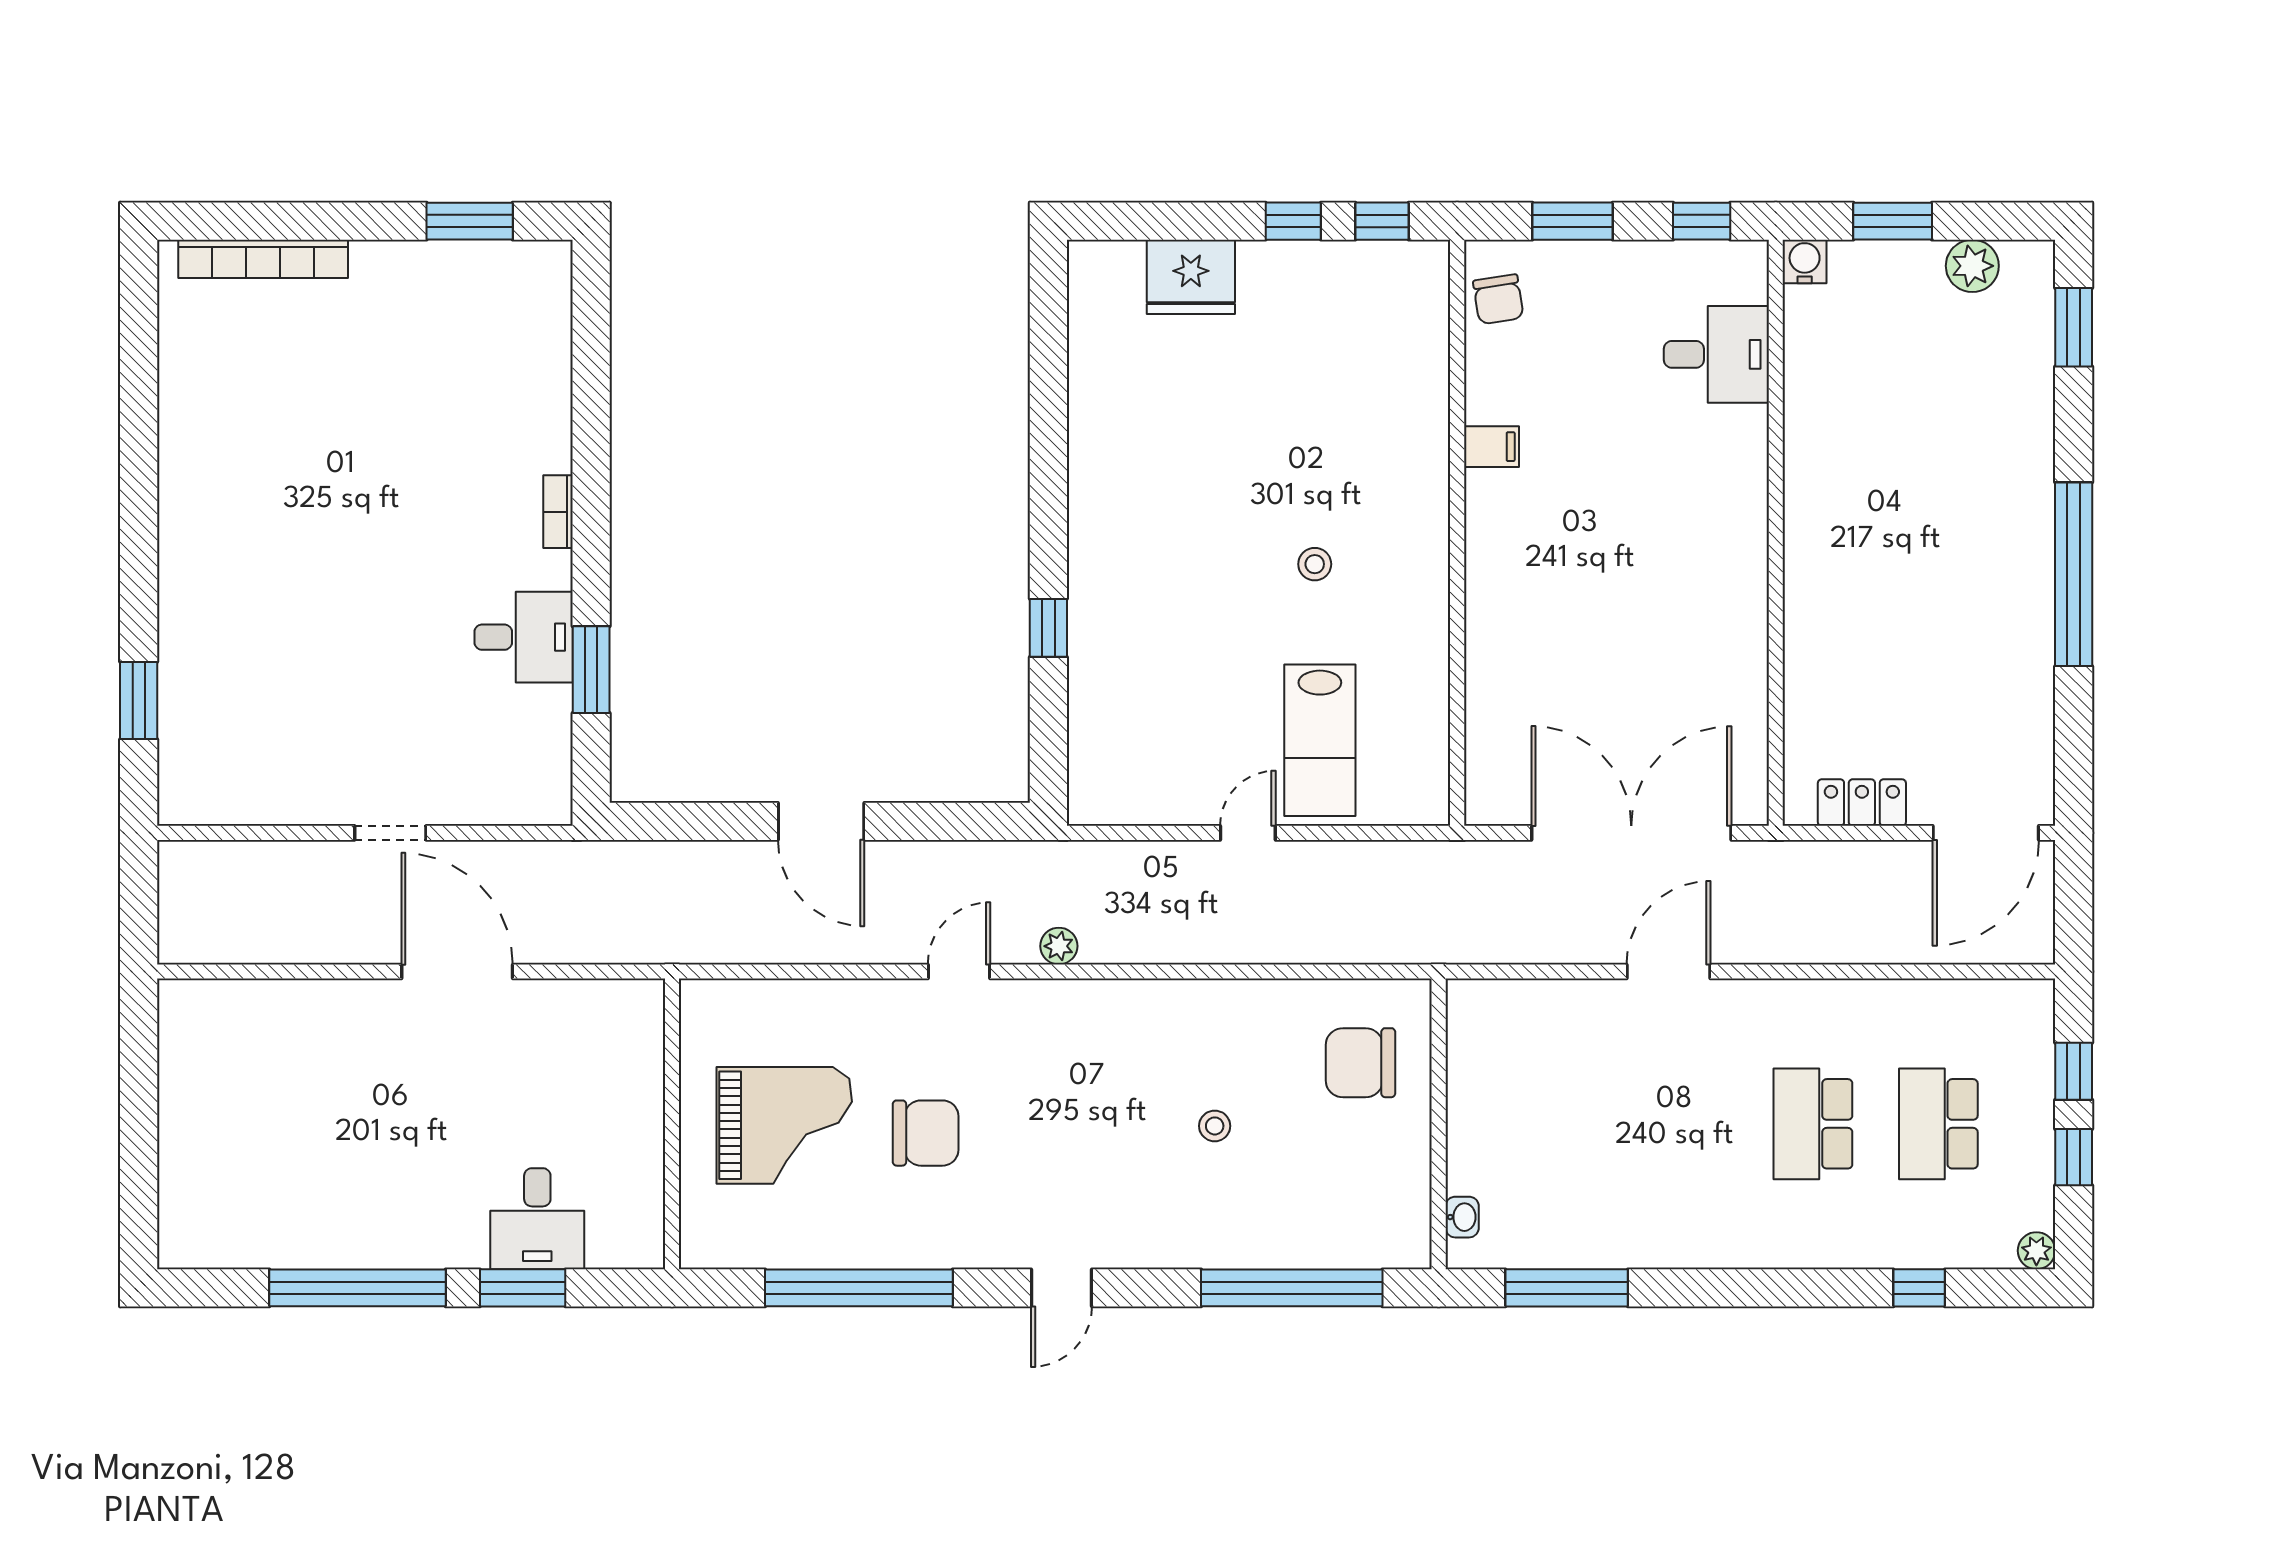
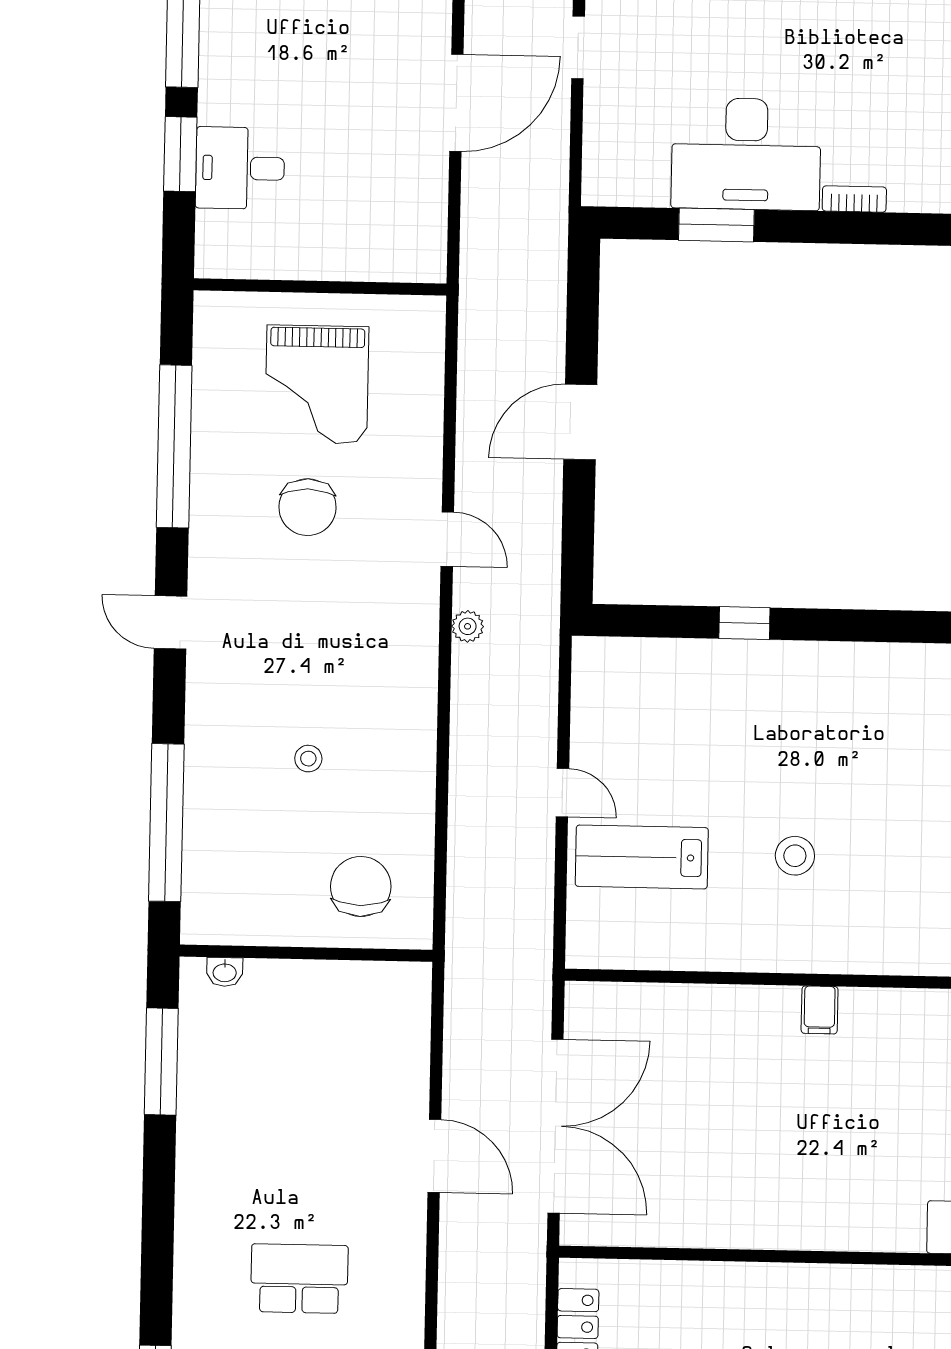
filing cabinet: (1491, 447) -> (820, 1010), moved
stool: (1315, 564) -> (795, 856), width x1.37, depth x1.37
desk: (524, 637) -> (746, 154), width x1.87, depth x1.30

